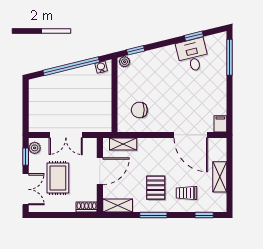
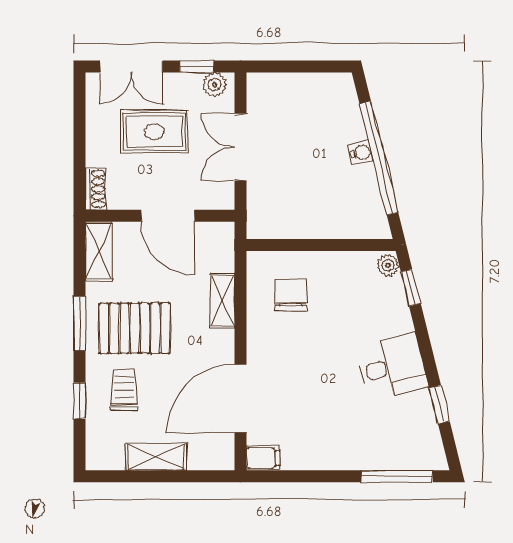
desk: (193, 55) -> (392, 367), moved
water cooler: (101, 67) -> (361, 152), moved
shelving: (123, 144) -> (222, 301), moved
pallet: (156, 188) -> (135, 328), width x1.50, depth x1.42
window: (204, 215) -> (80, 401), moved

